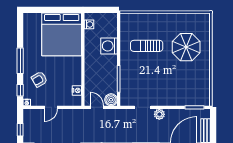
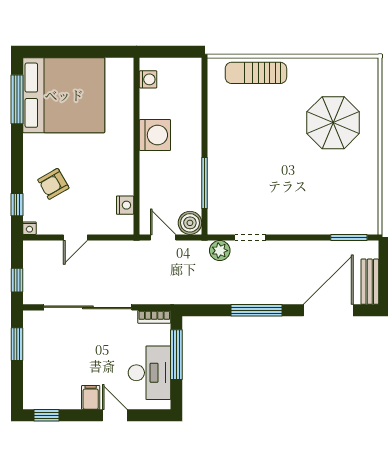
bed: (62, 34) -> (64, 95), moved, turned -90
washing machine: (109, 46) -> (155, 135), moved, turned 180
sun lounger: (147, 46) -> (256, 73), moved
window: (20, 61) -> (17, 99), moved
plant: (159, 114) -> (220, 251), moved

